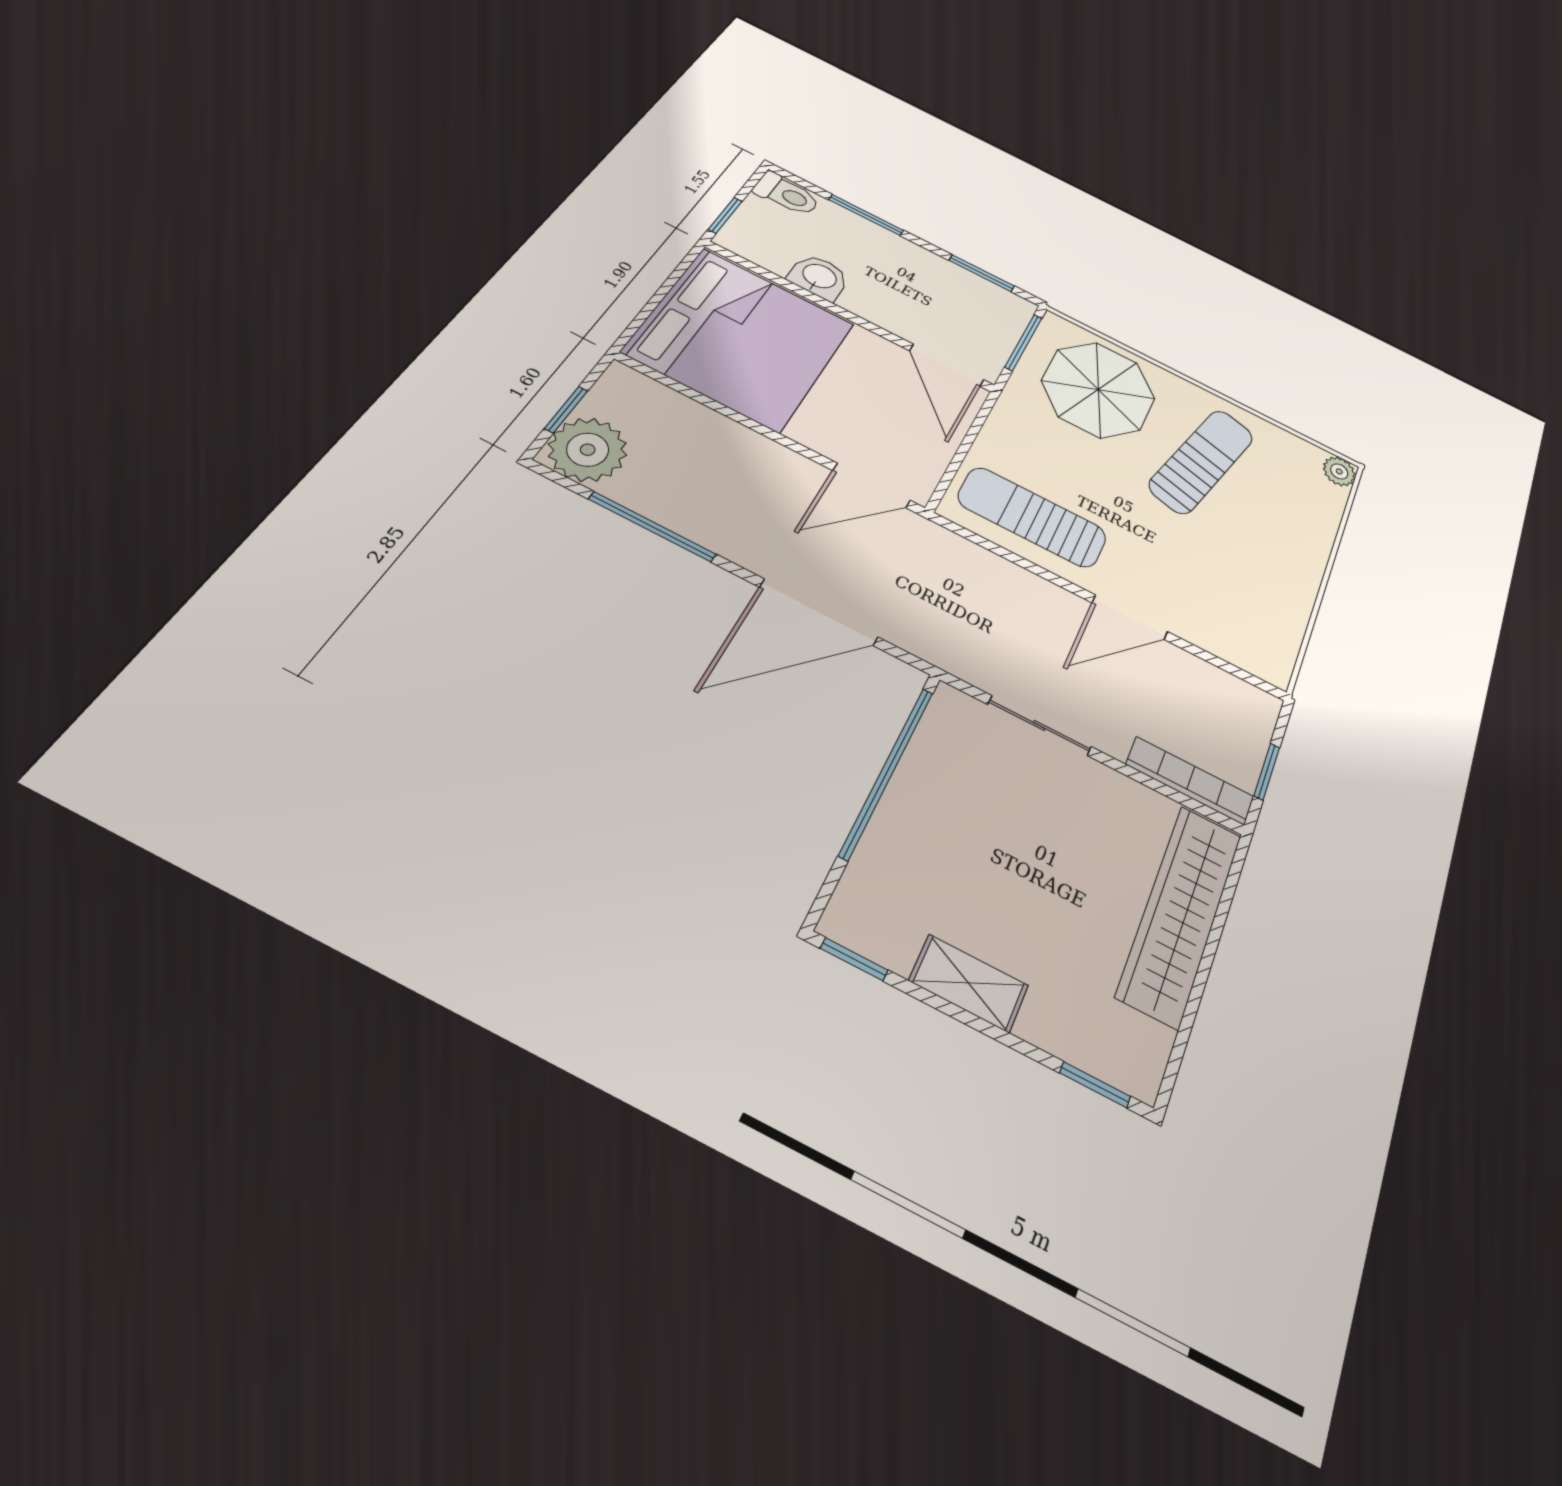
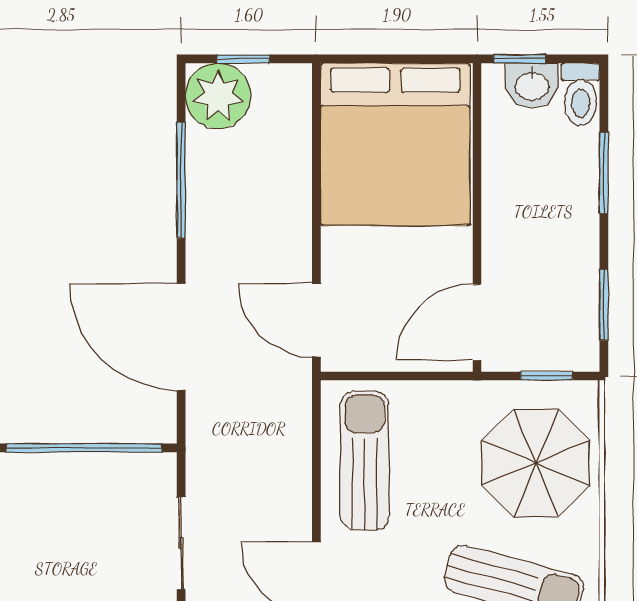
washbasin: (819, 277) -> (532, 85), moved, turned 90
window: (1023, 343) -> (546, 376), width x0.67

